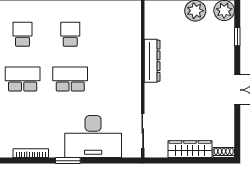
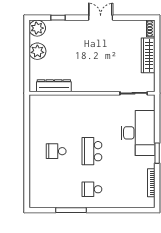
school desk: (23, 34) -> (56, 189), removed
dresser: (152, 61) -> (54, 86), moved
school desk: (23, 79) -> (92, 189), width x0.54

